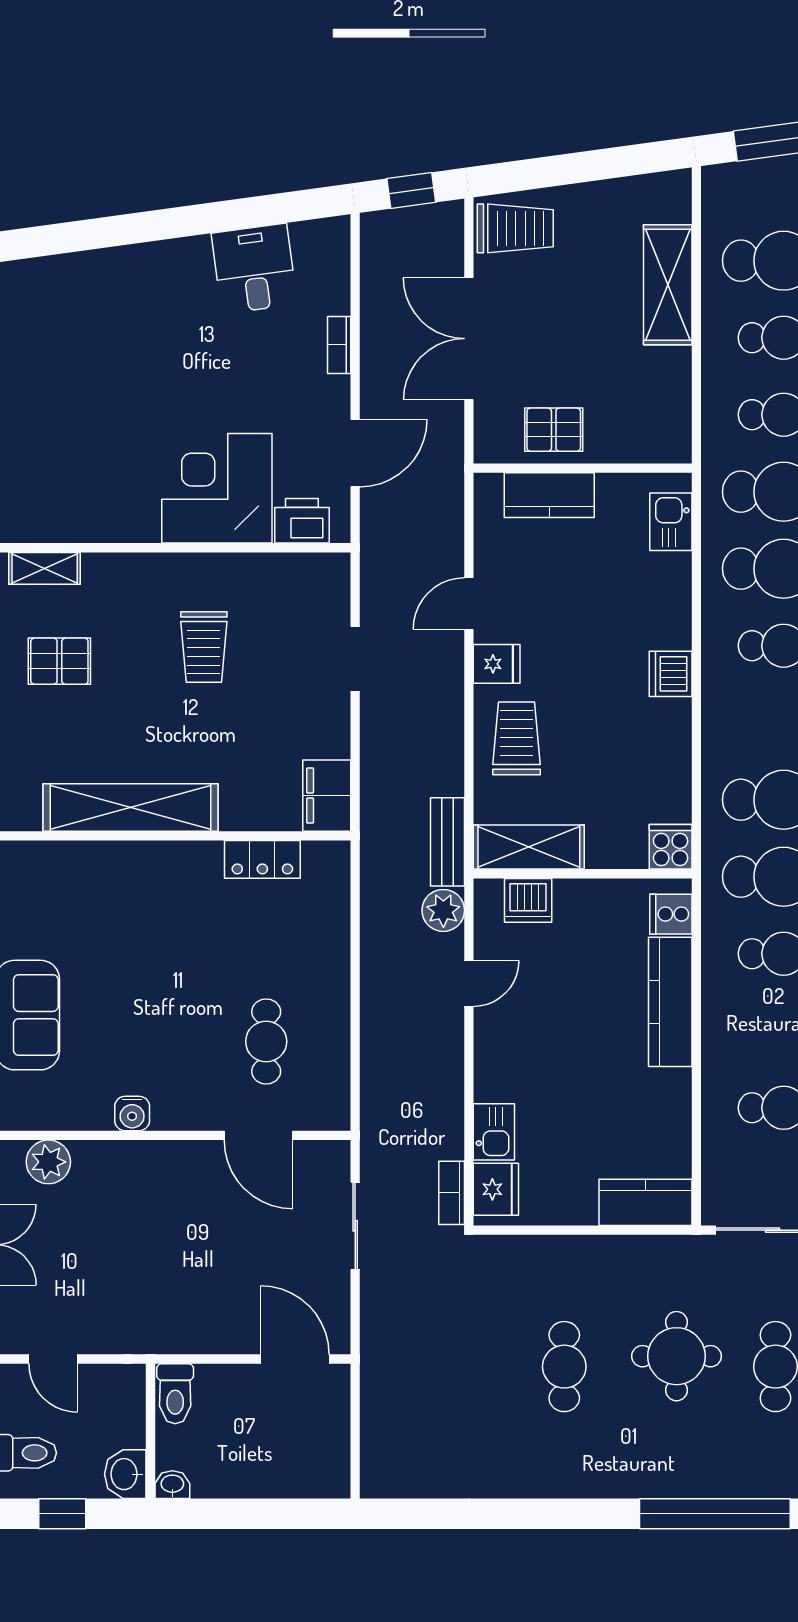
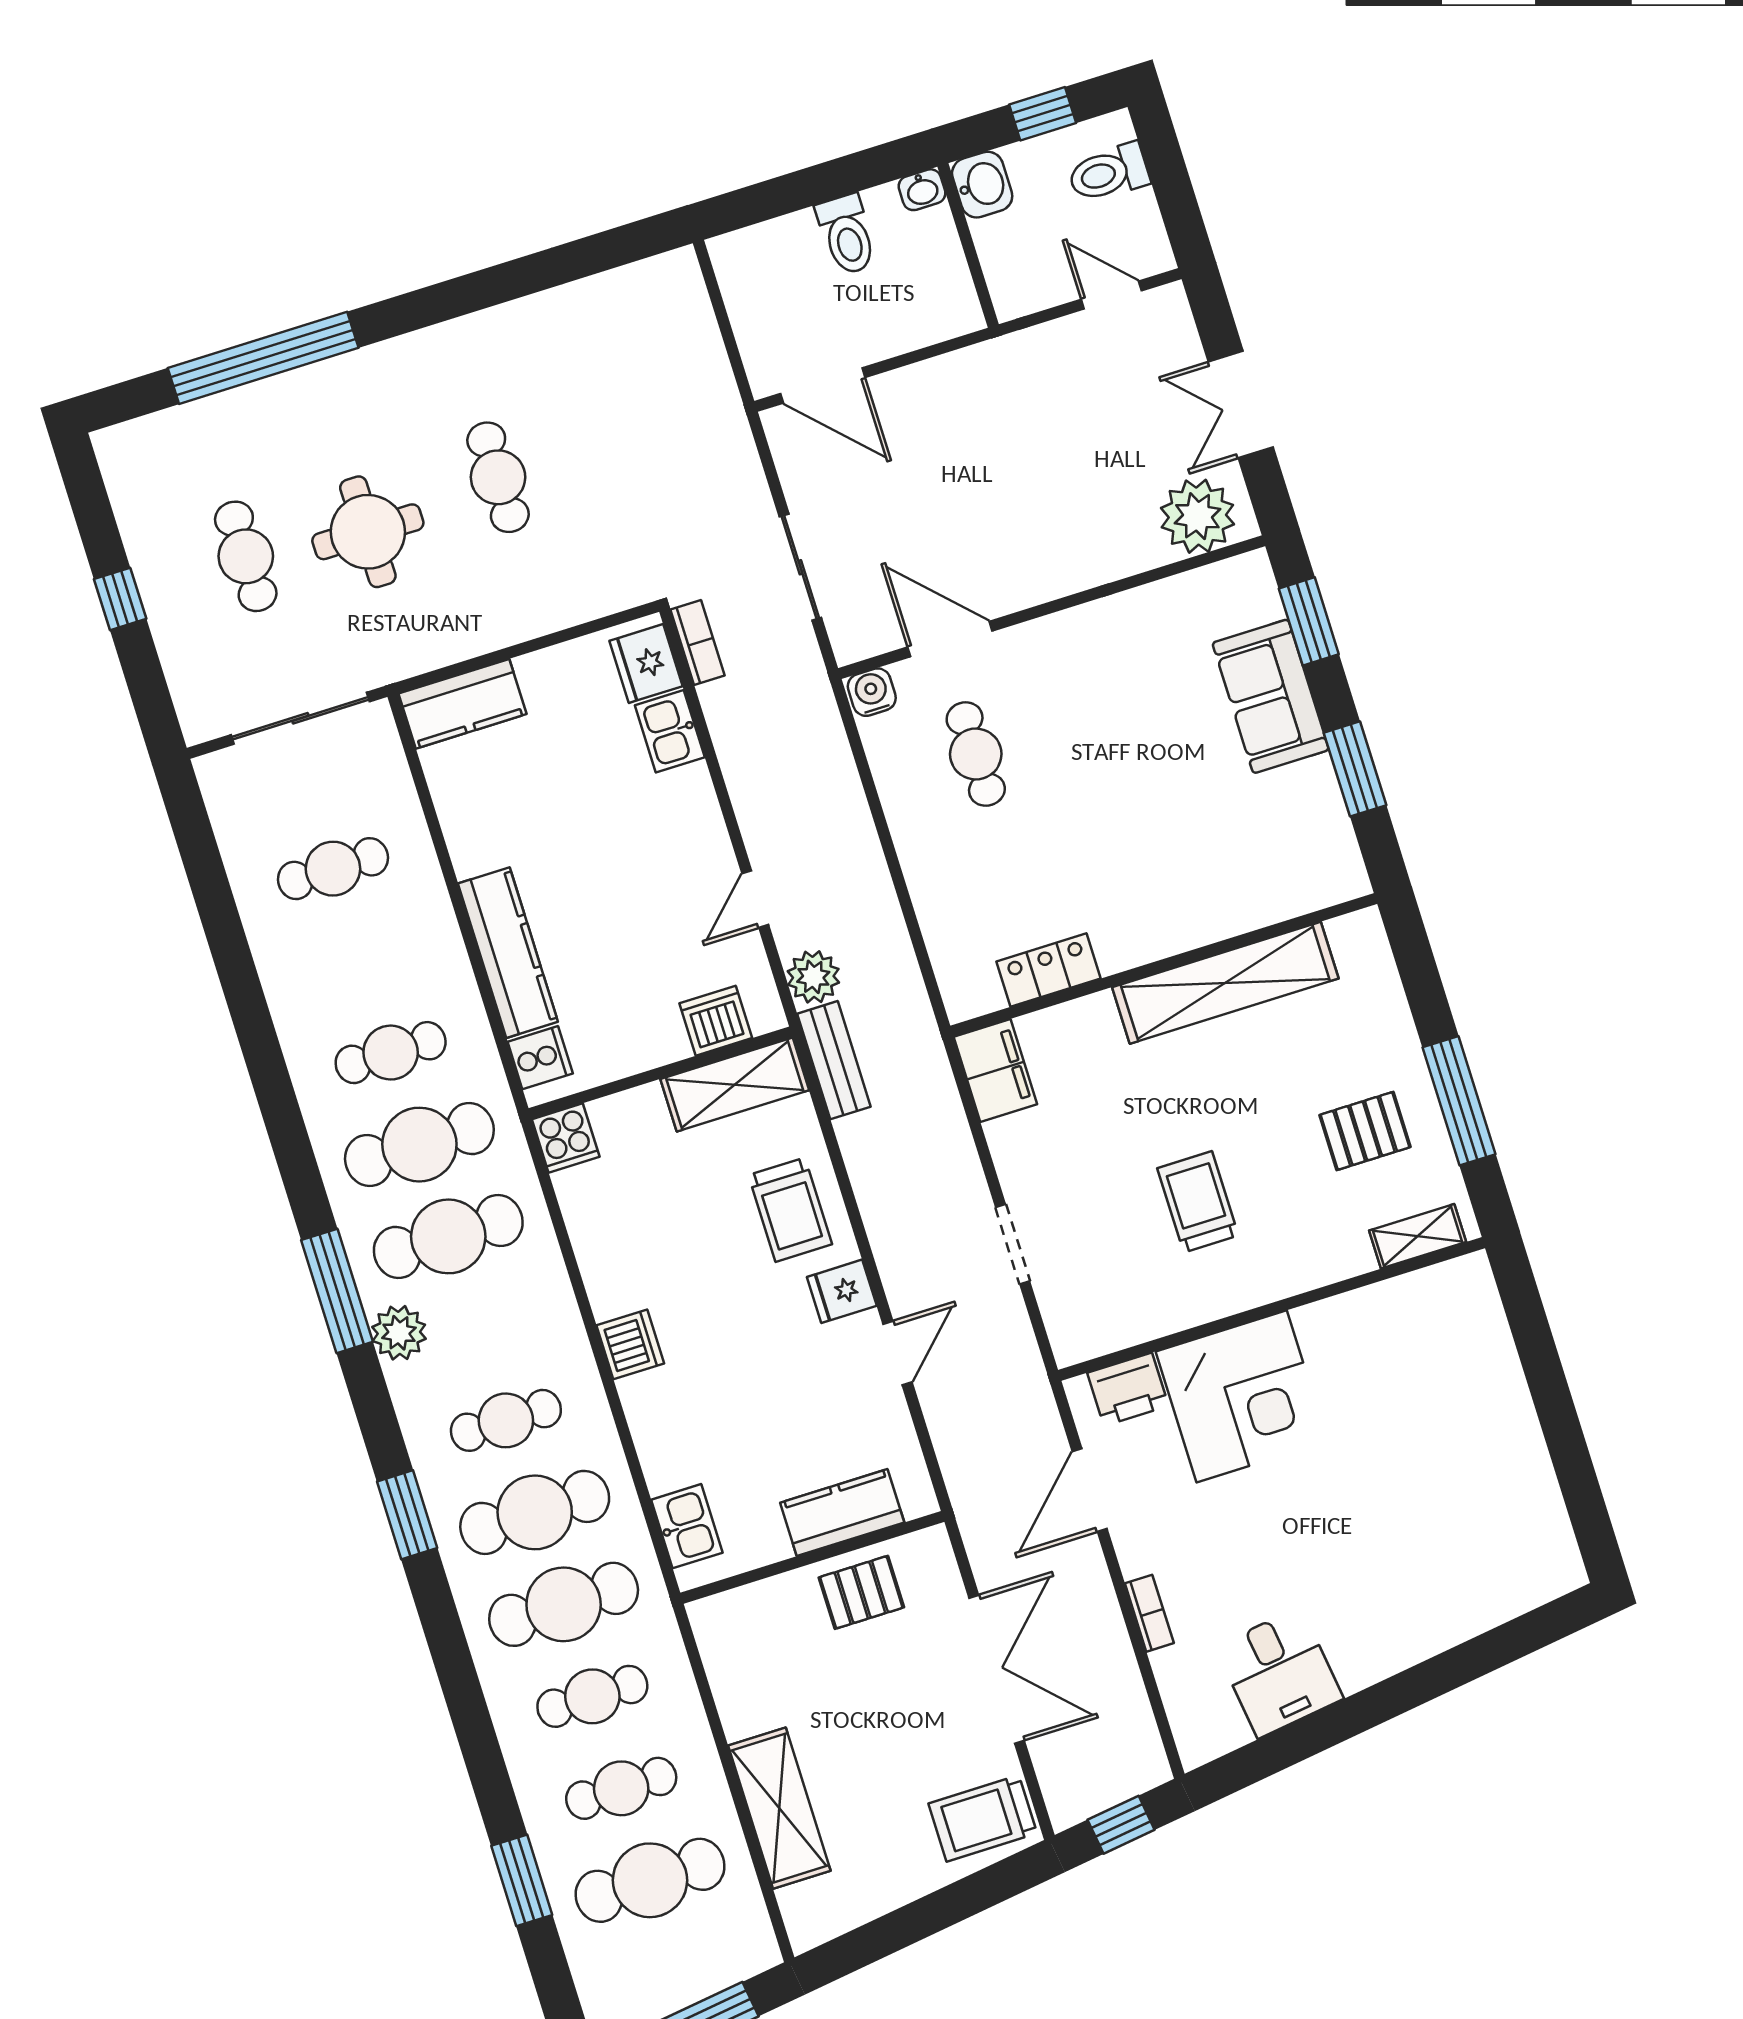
water cooler: (132, 1113) -> (872, 692), moved
plant: (48, 1162) -> (1197, 516), width x1.36, depth x1.36
toilet: (175, 1394) -> (847, 235), moved, turned 180

